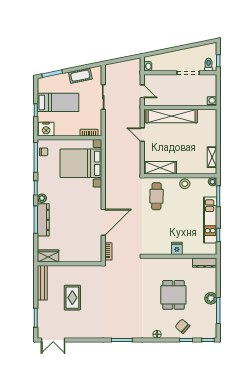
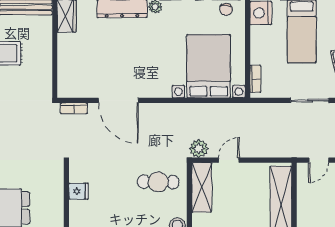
door: (142, 135) -> (229, 160), moved
plant: (135, 170) -> (199, 149), added
fridge: (177, 248) -> (78, 191), moved

